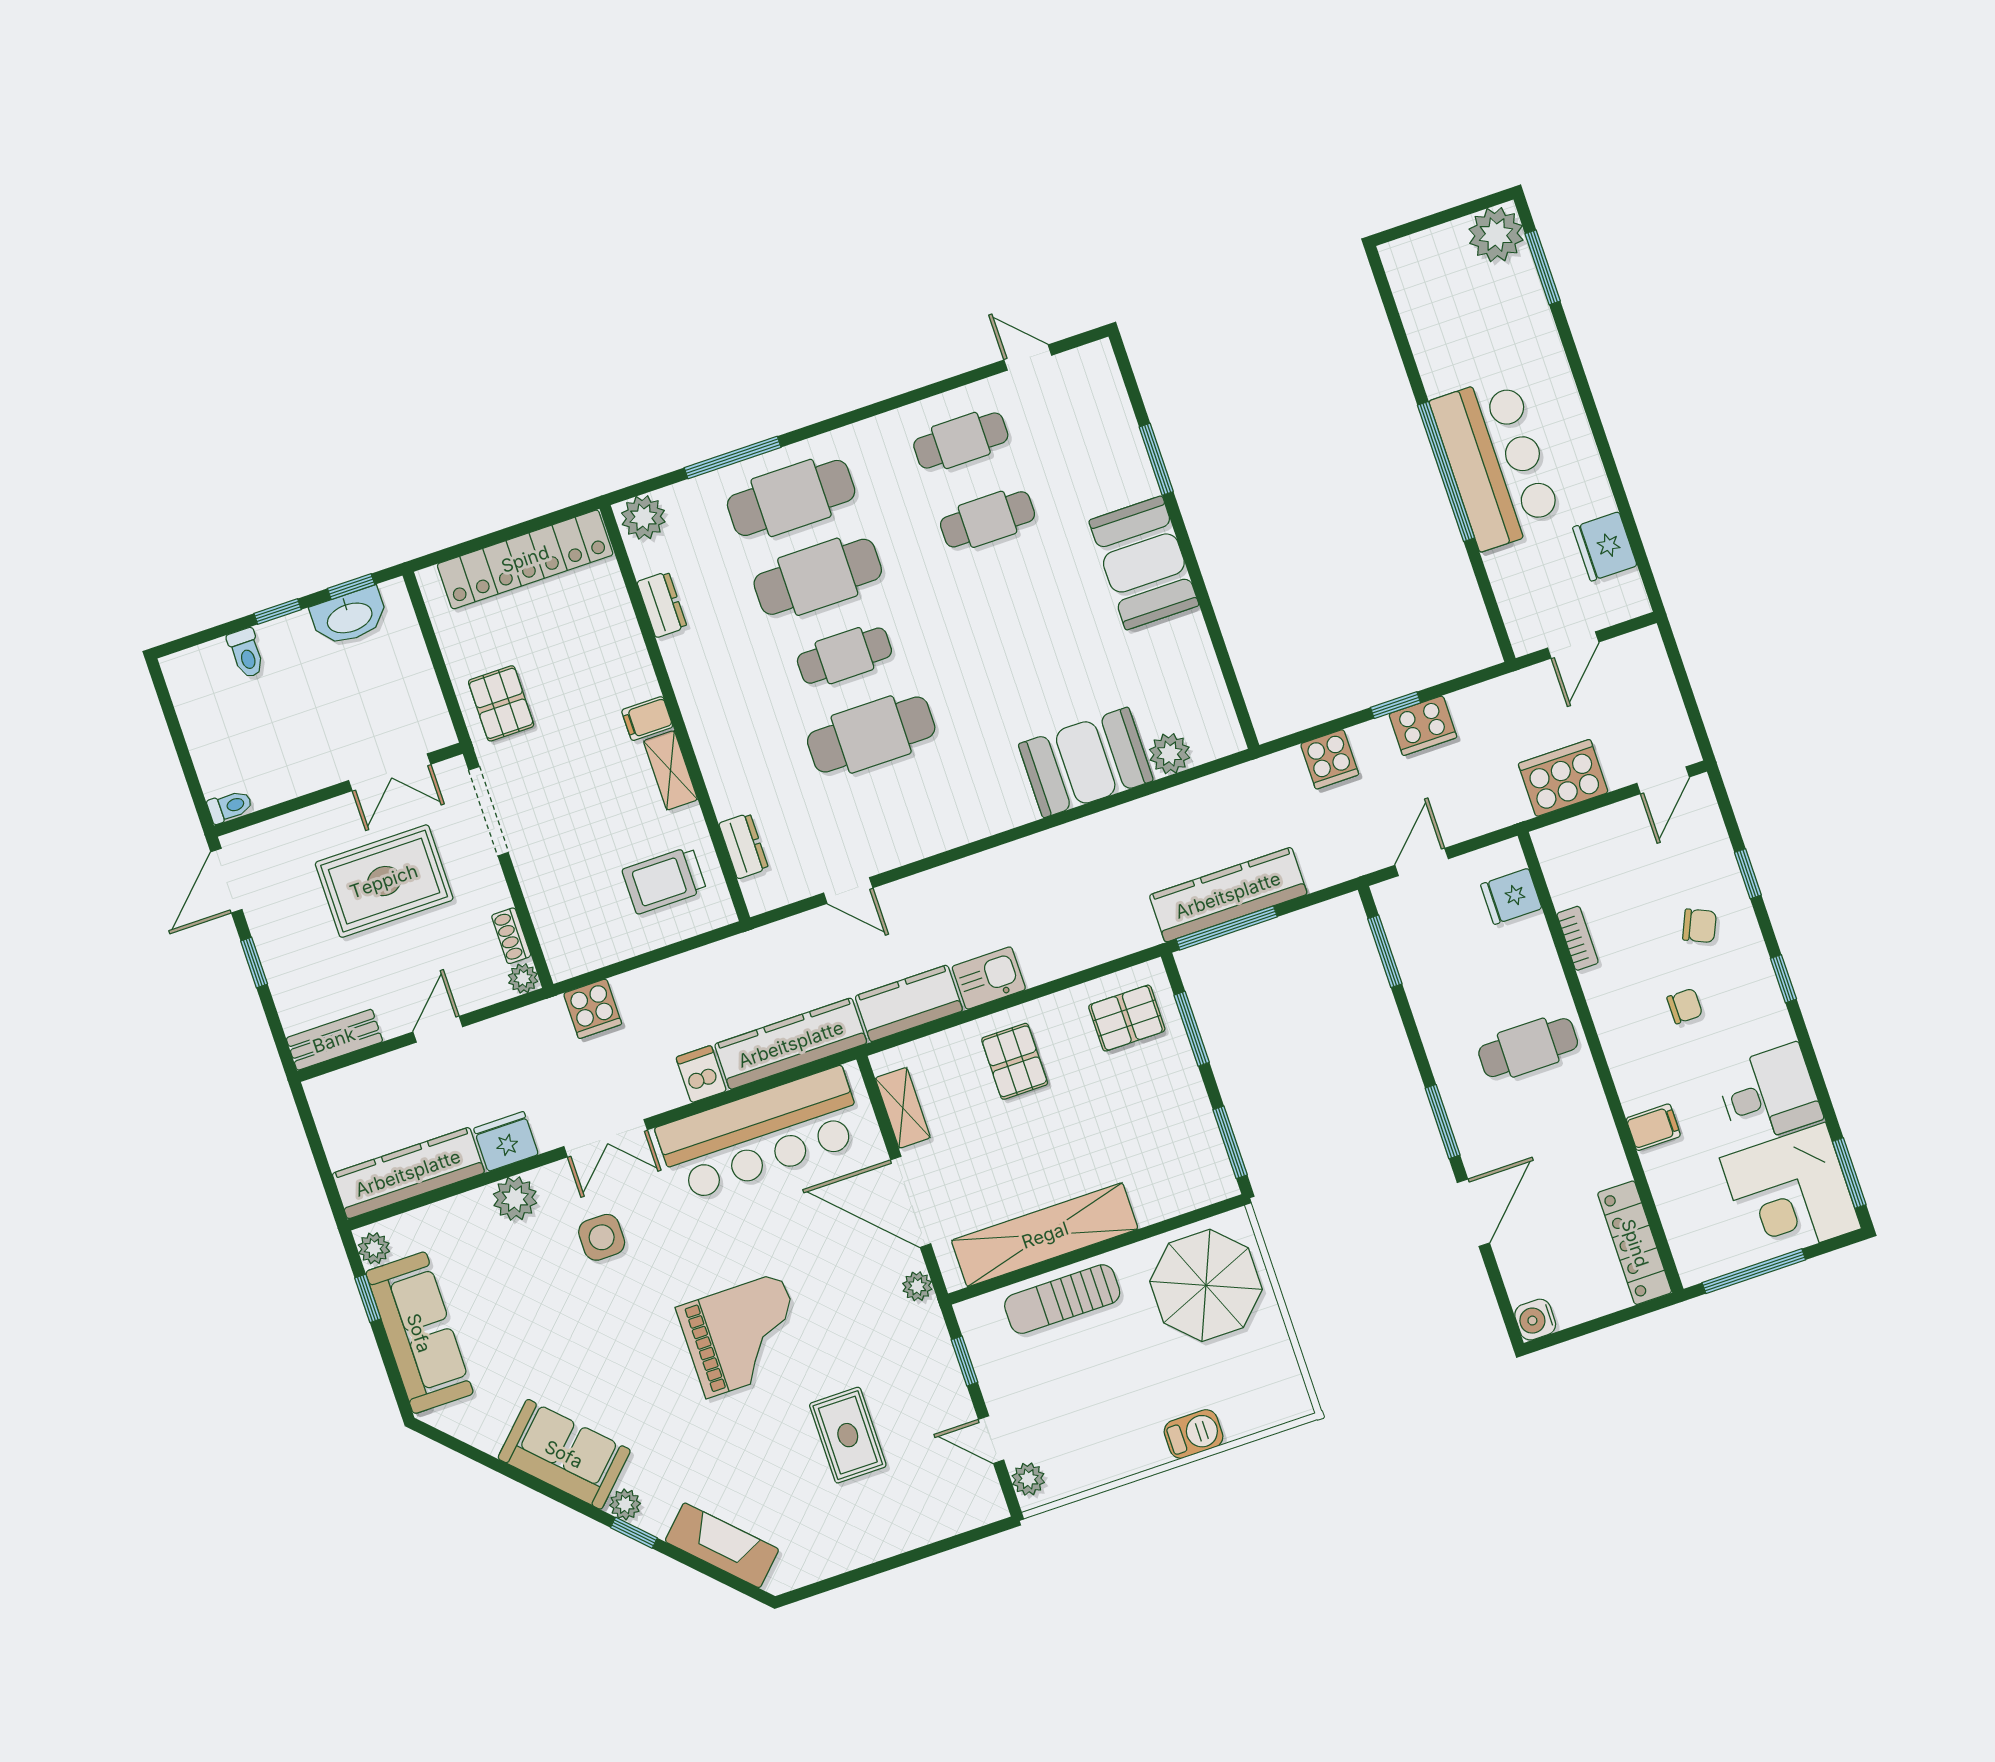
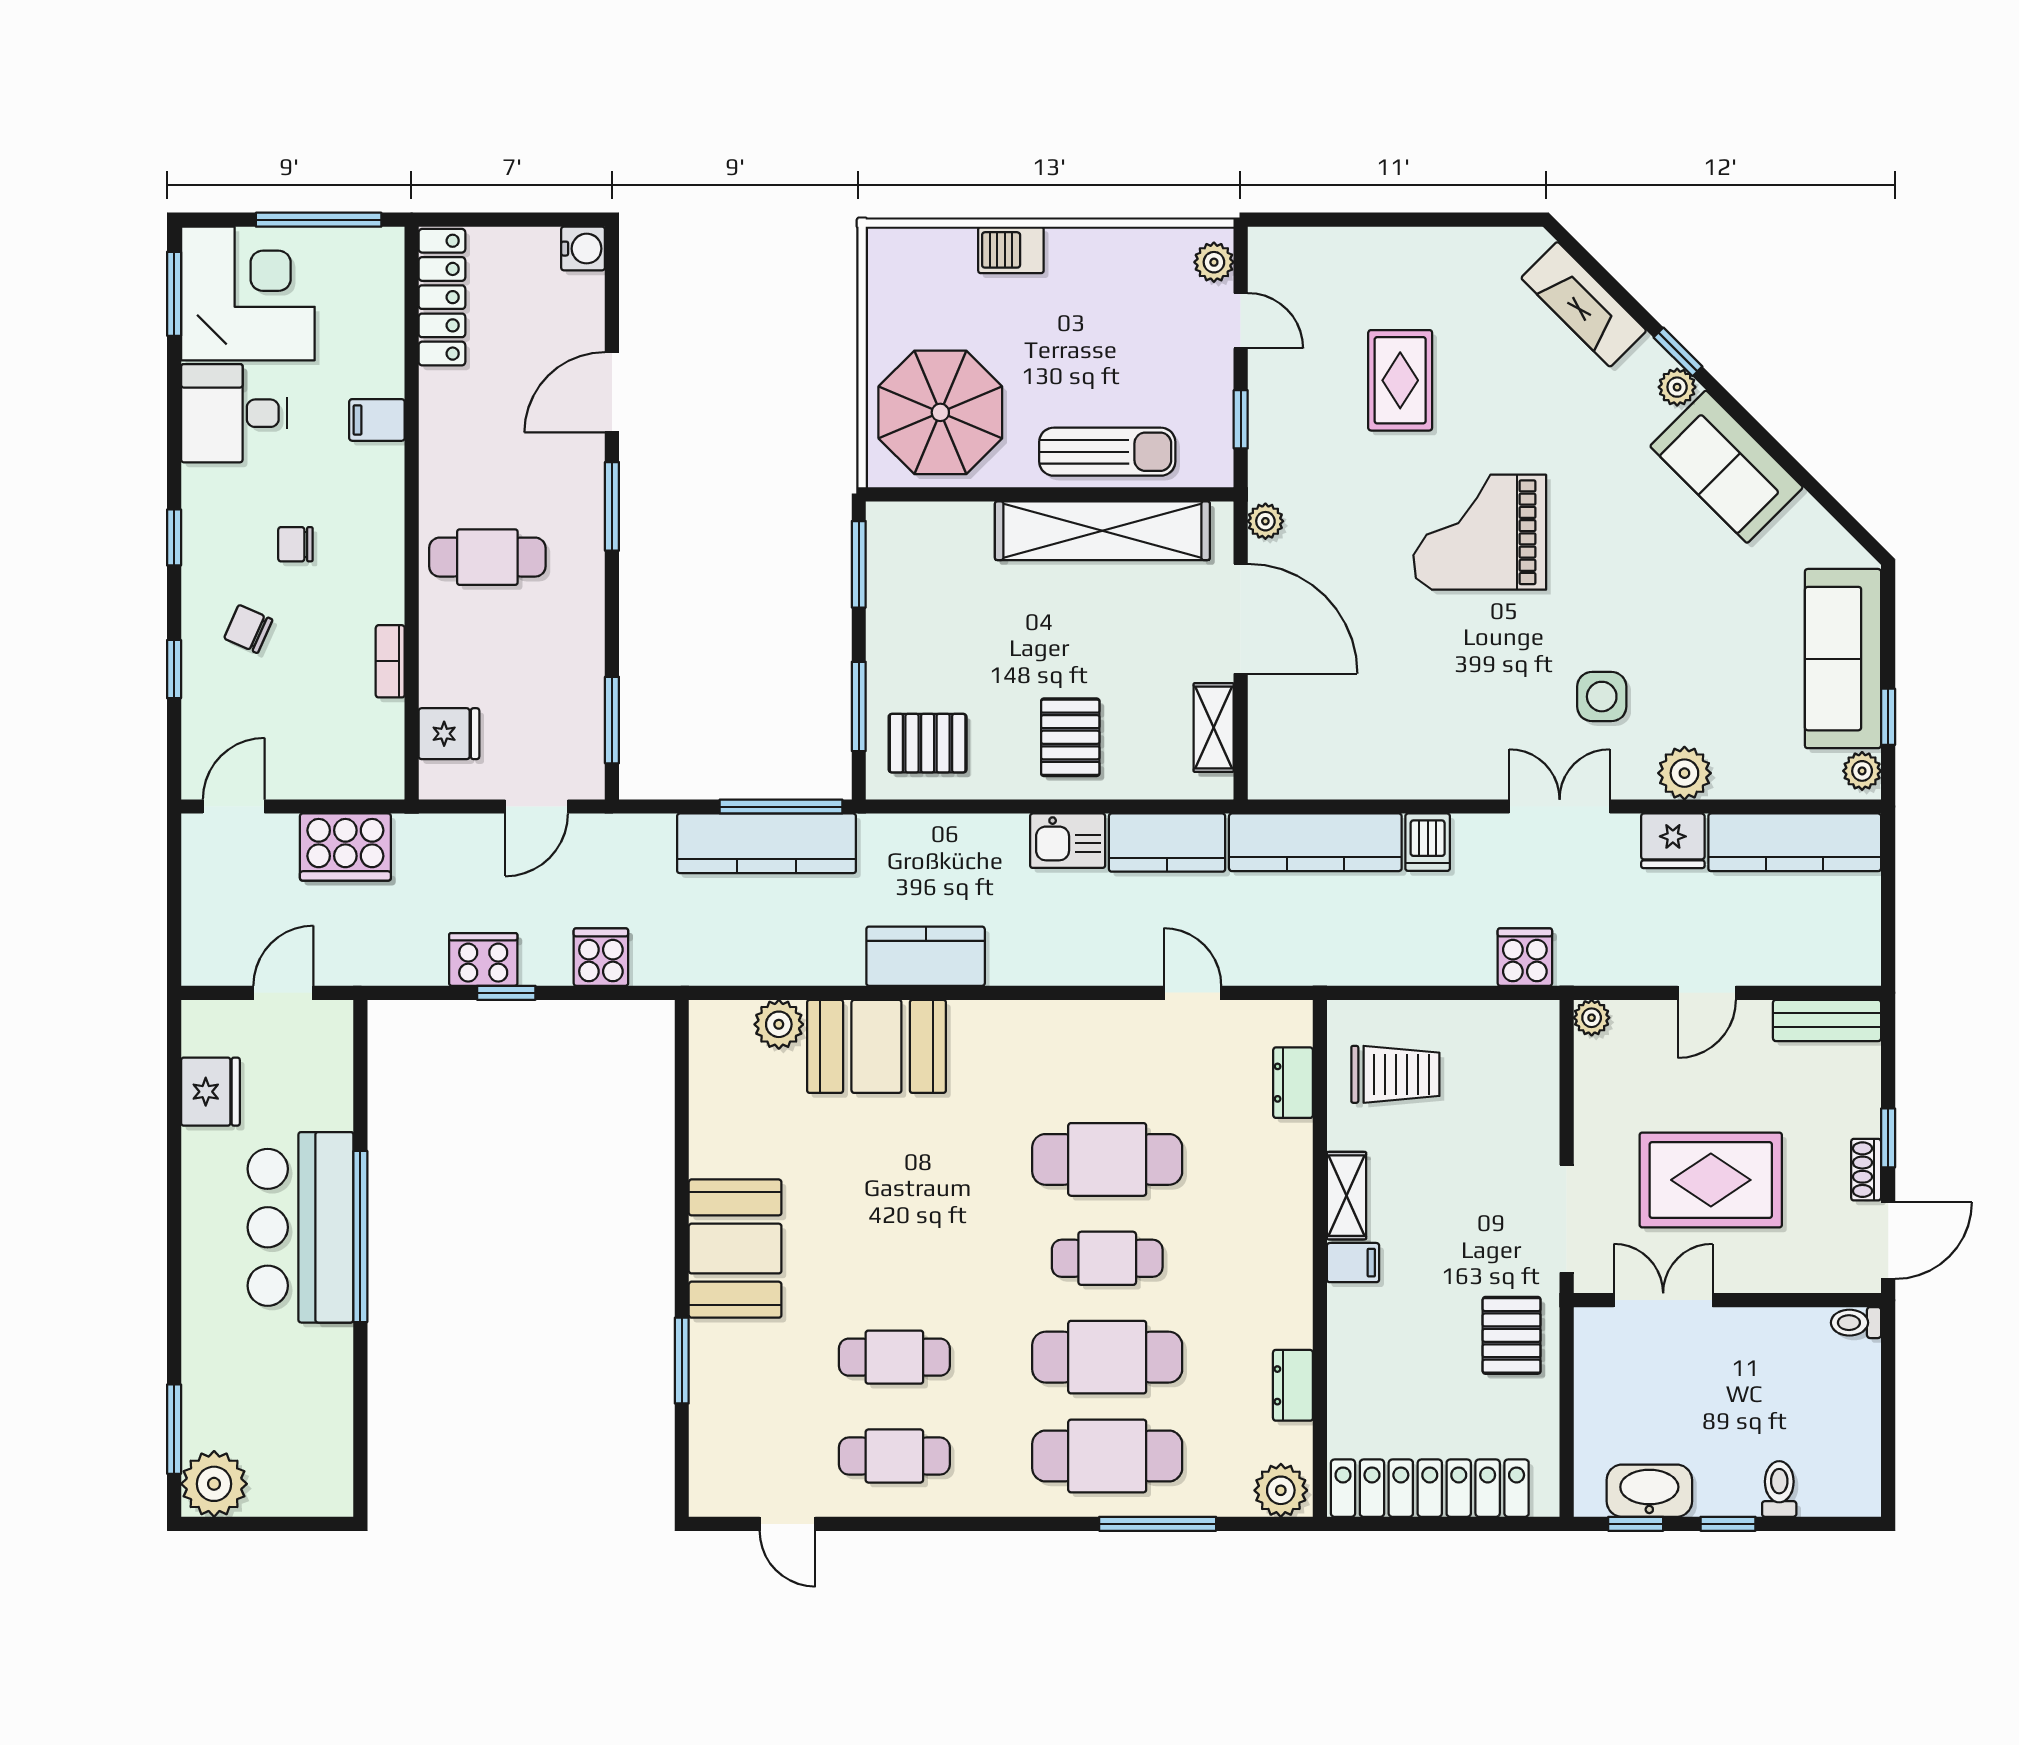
kitchen counter: (1071, 848) -> (926, 956), added
shoe rack: (511, 936) -> (1866, 1170), moved, turned 180
bar counter: (761, 1134) -> (1384, 752), removed

